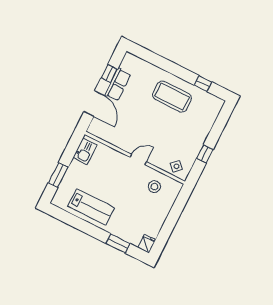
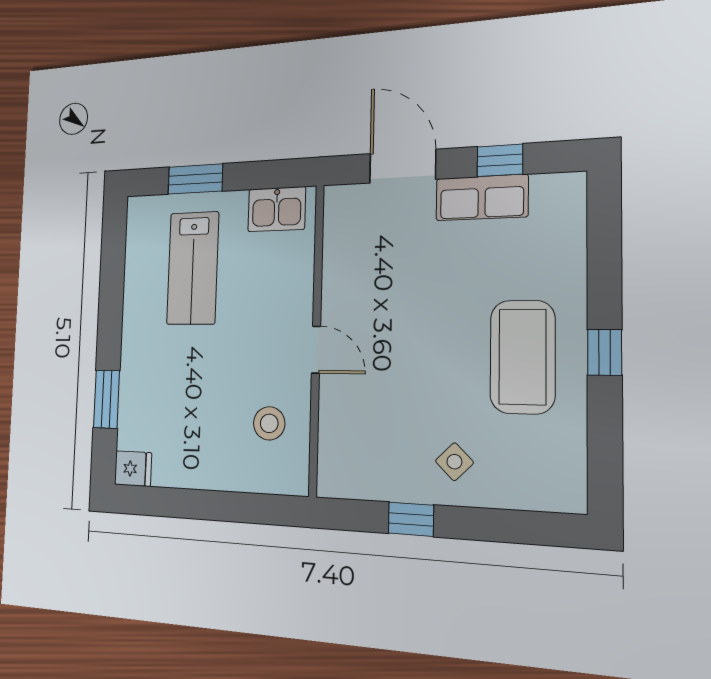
window: (203, 84) -> (605, 352), moved
door: (94, 104) -> (403, 166), swing flipped
side table: (176, 166) -> (454, 462), moved
lab bench: (91, 207) -> (193, 268), moved

